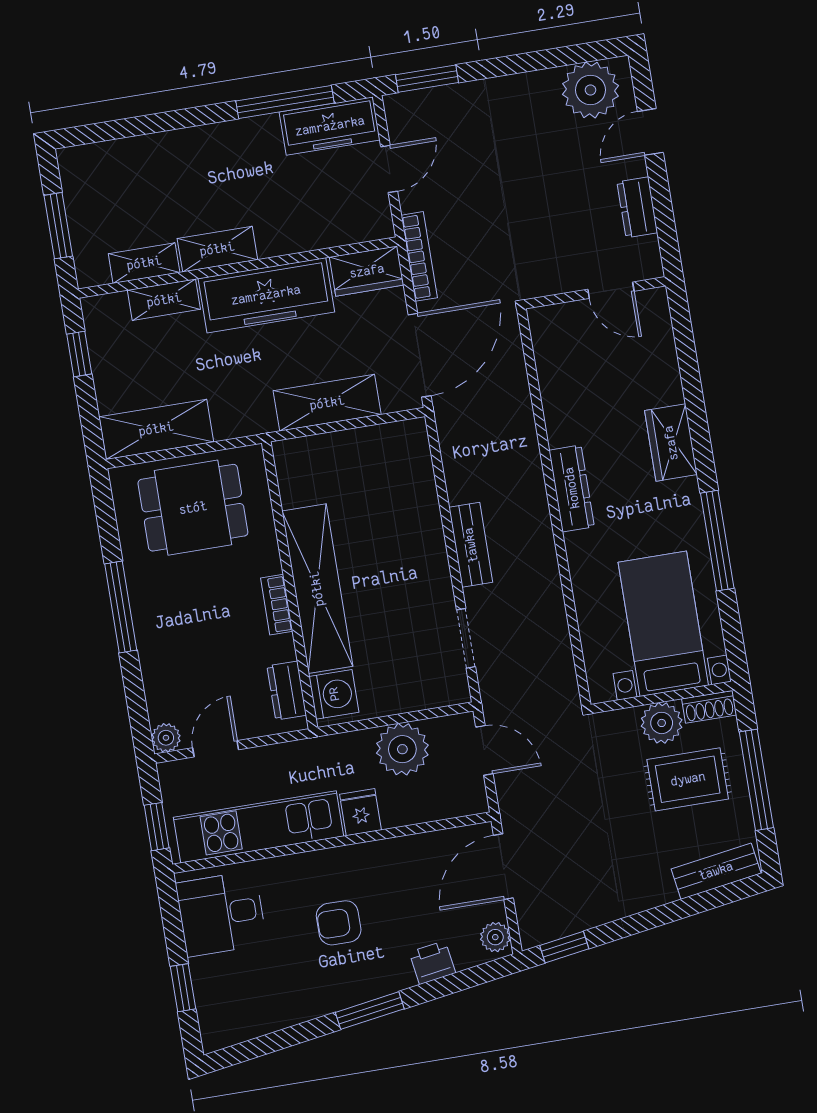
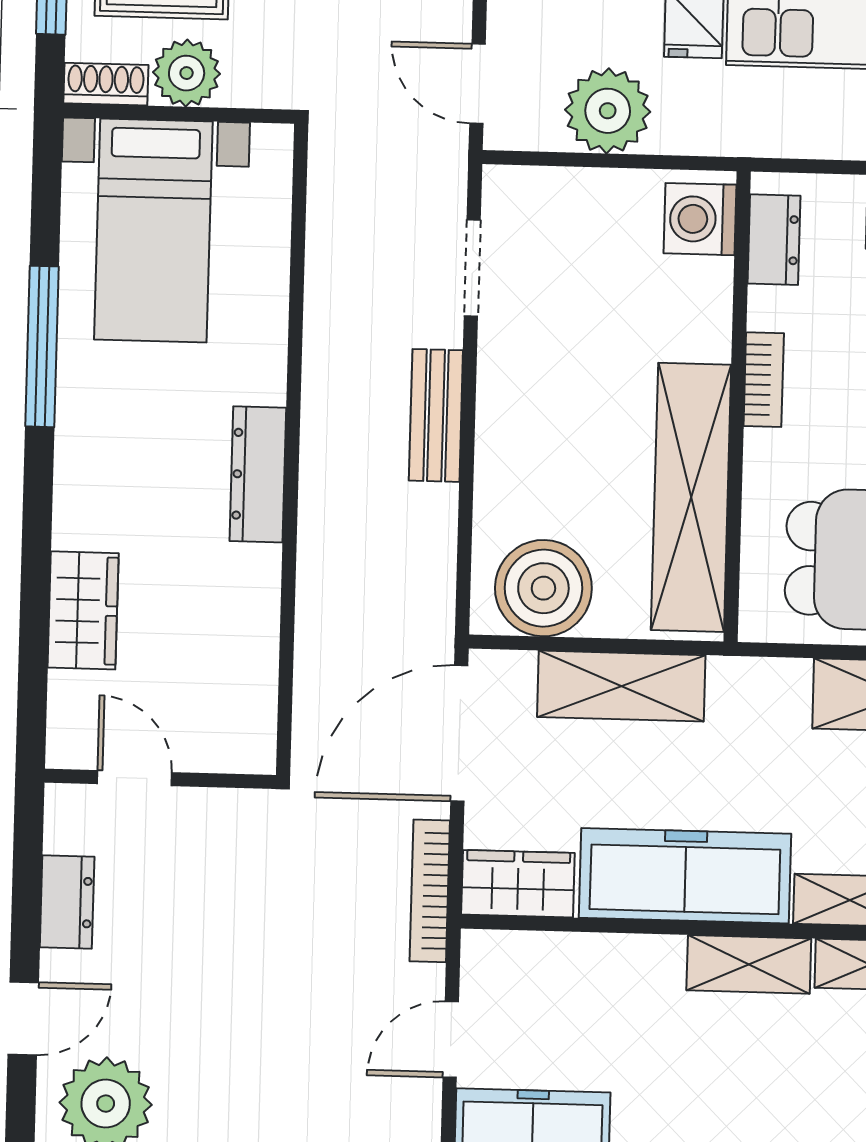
wardrobe: (671, 443) -> (83, 610), moved
boiler: (386, 453) -> (543, 588), added
shelving: (317, 589) -> (691, 497), moved

